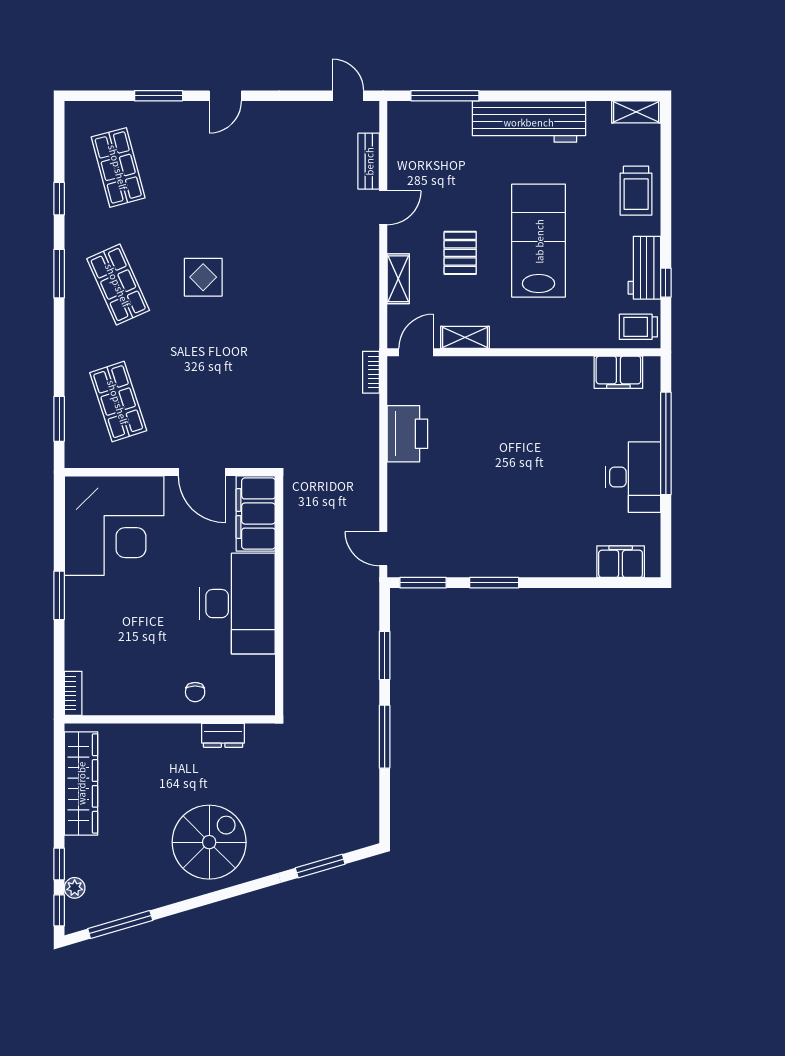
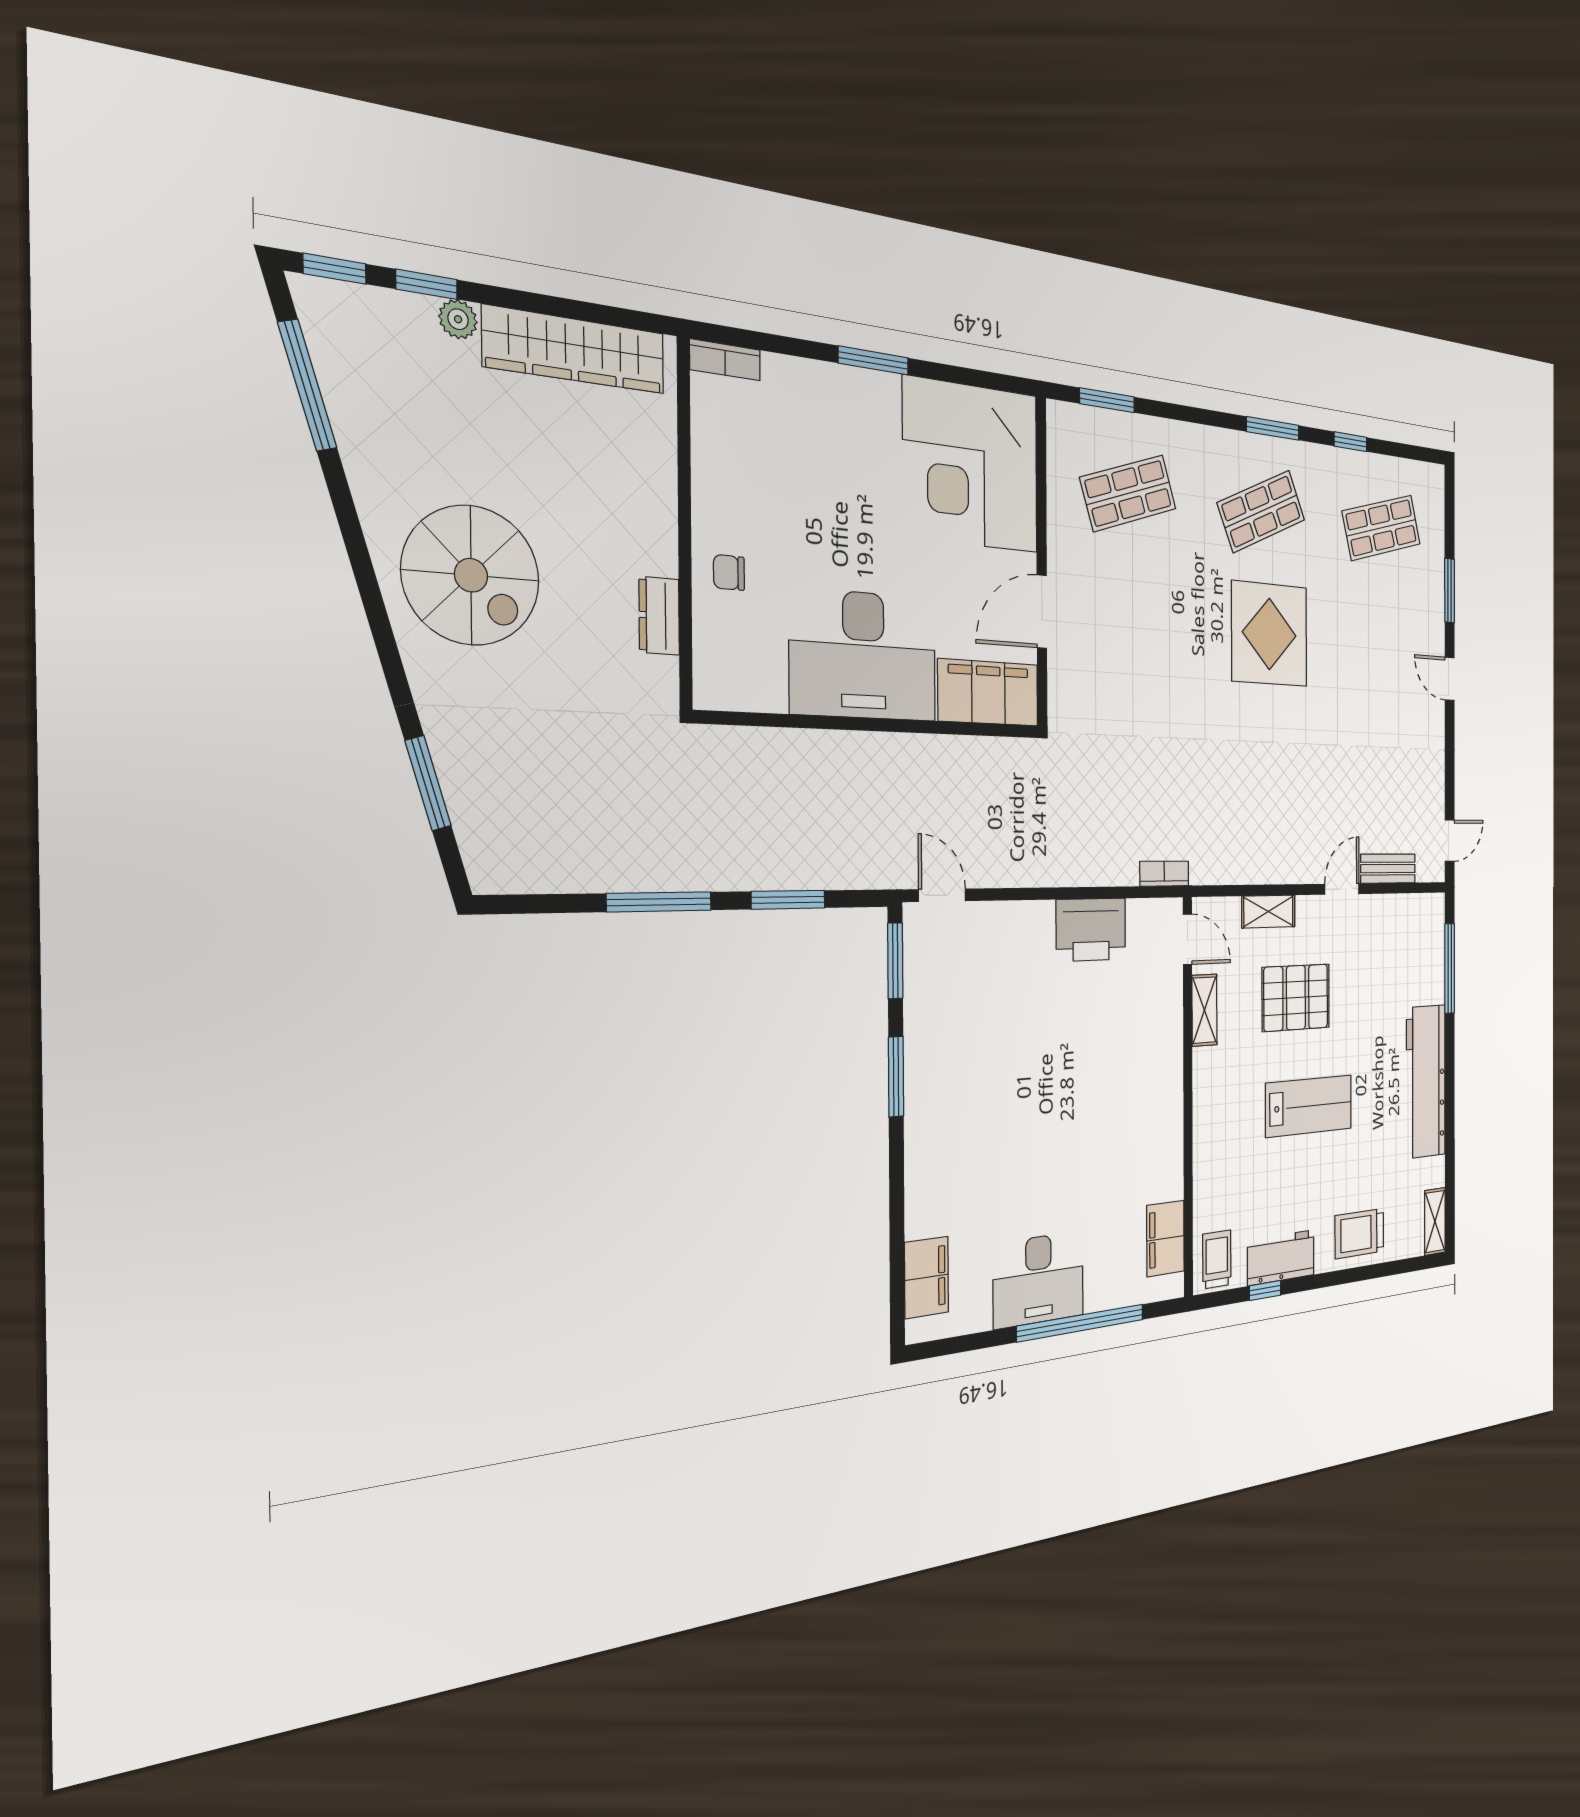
door: (383, 208) -> (1342, 889), swing flipped
lab bench: (539, 241) -> (1309, 1106), width x0.73, depth x0.72
pallet: (460, 253) -> (1296, 998), width x1.50, depth x1.42
display table: (203, 277) -> (1269, 634), width x1.86, depth x1.86
door: (383, 549) -> (942, 895), hinge flipped
plant: (75, 888) -> (458, 319), moved

